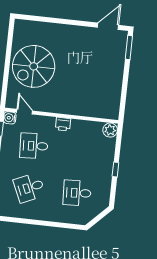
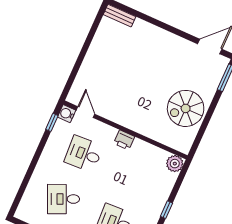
bench: (27, 25) -> (120, 16), added
spiral stairs: (34, 66) -> (186, 108), moved, width x0.73, depth x0.73

